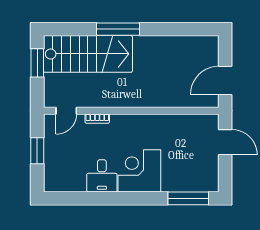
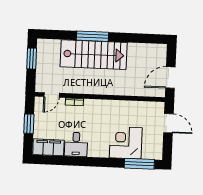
stairs: (88, 54) -> (94, 55), moved
corner desk: (139, 171) -> (126, 143), moved
filing cabinet: (65, 181) -> (48, 147), added

